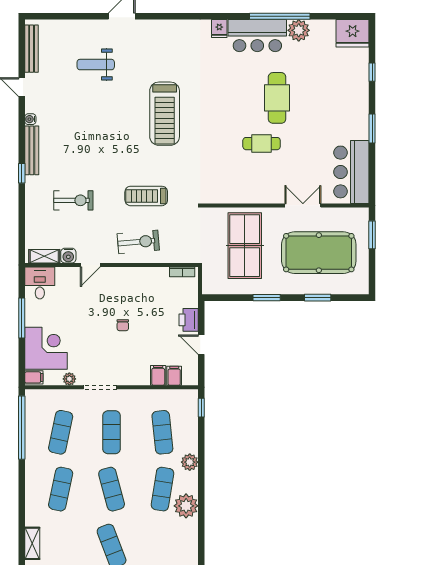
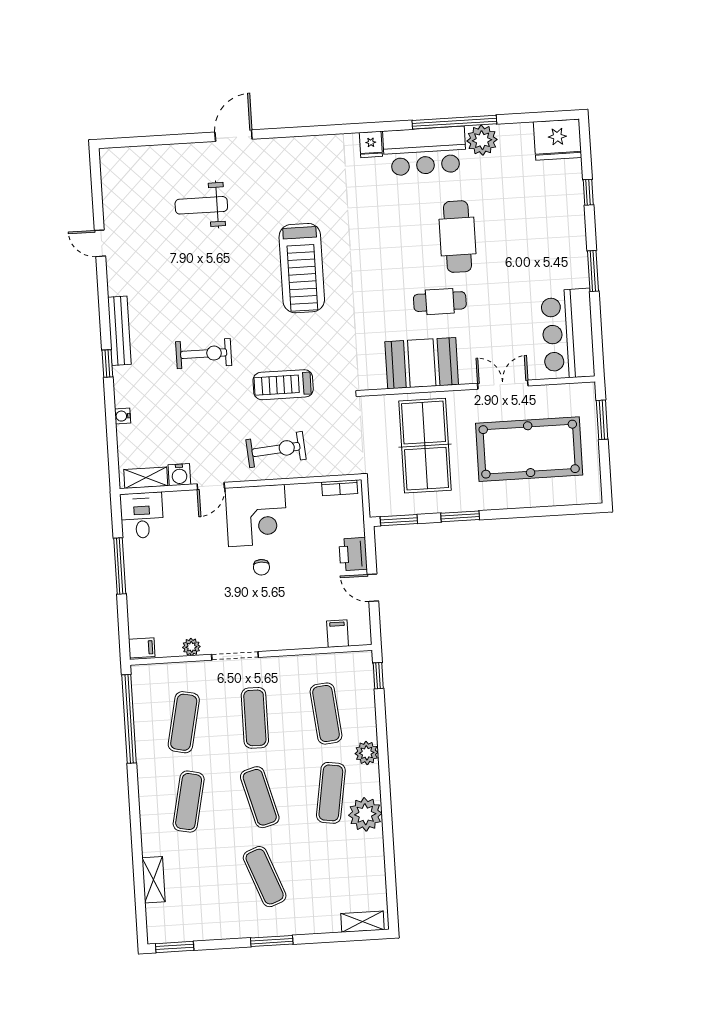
bench: (32, 49) -> (110, 189), removed
water cooler: (30, 119) -> (123, 416), moved
booth: (246, 187) -> (422, 363), added
exercise bike: (73, 200) -> (204, 354), moved
window: (318, 298) -> (399, 520), moved
corner desk: (46, 348) -> (256, 516), moved, turned 90
filing cabinet: (158, 375) -> (315, 634), removed

